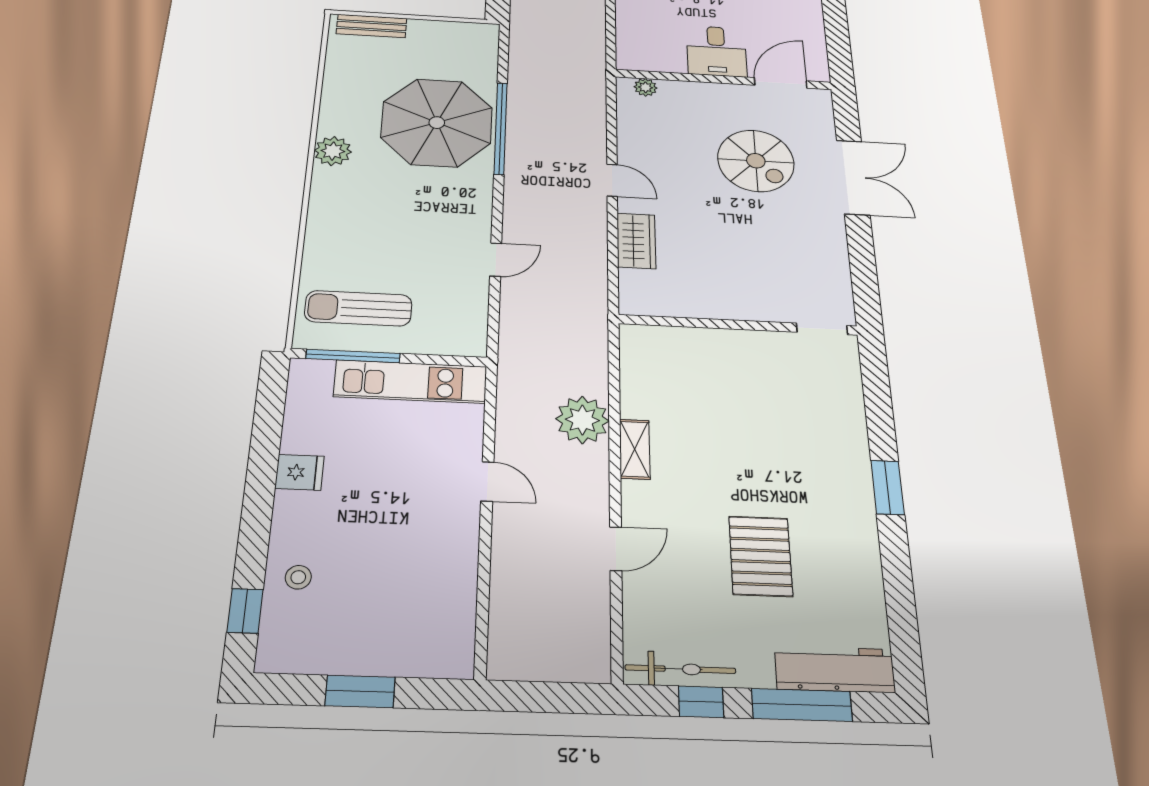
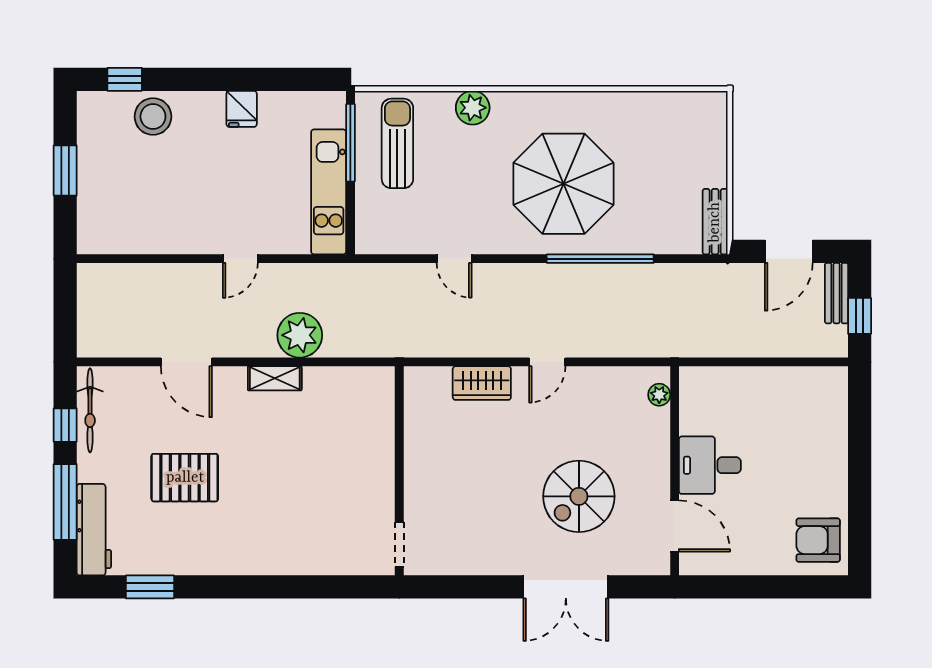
bench: (372, 26) -> (715, 222), moved
parasol: (437, 123) -> (563, 184), moved
plant: (333, 151) -> (473, 108), moved
window: (888, 487) -> (150, 587), moved
door: (616, 549) -> (186, 362), width x1.37
stool: (298, 577) -> (153, 117), width x1.89, depth x1.89

